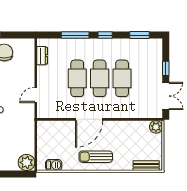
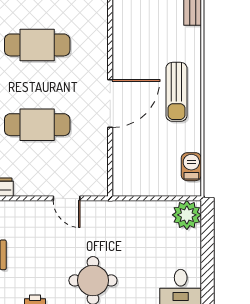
cafe table: (100, 78) -> (37, 85), removed
door: (89, 119) -> (110, 103), hinge flipped

